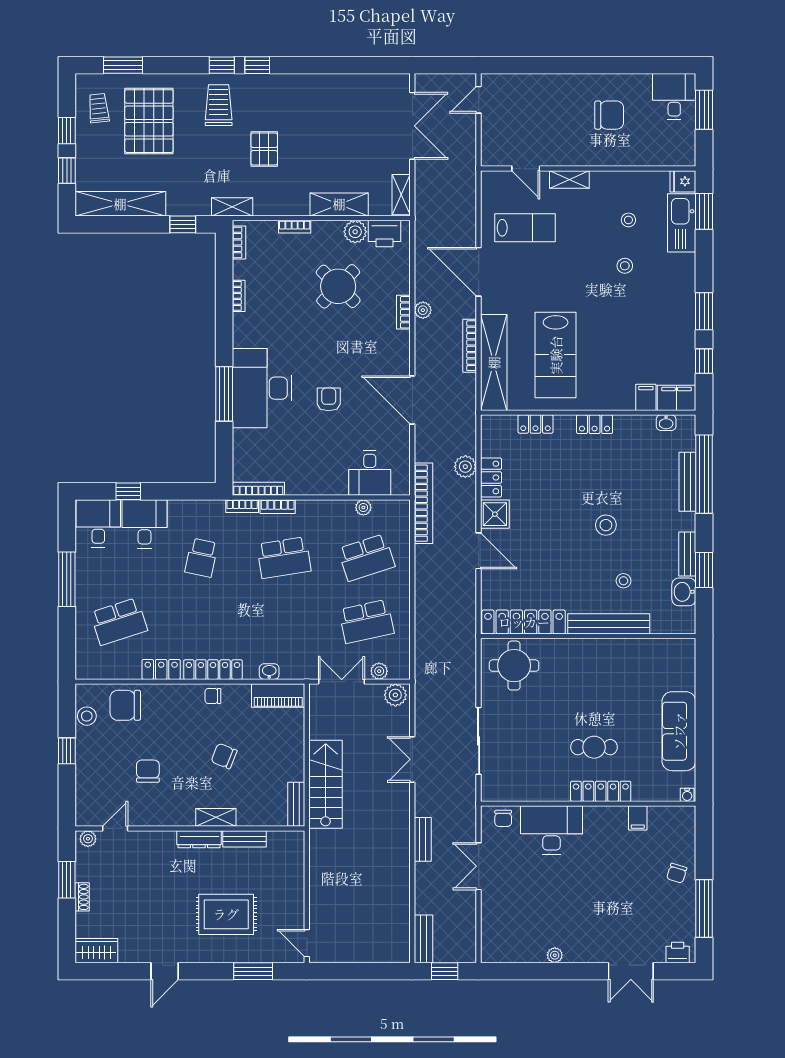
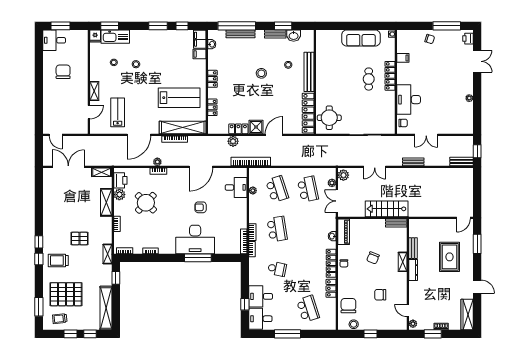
chair: (125, 705) -> (348, 306), turned 180
wardrobe: (96, 951) -> (467, 315), width x1.50

